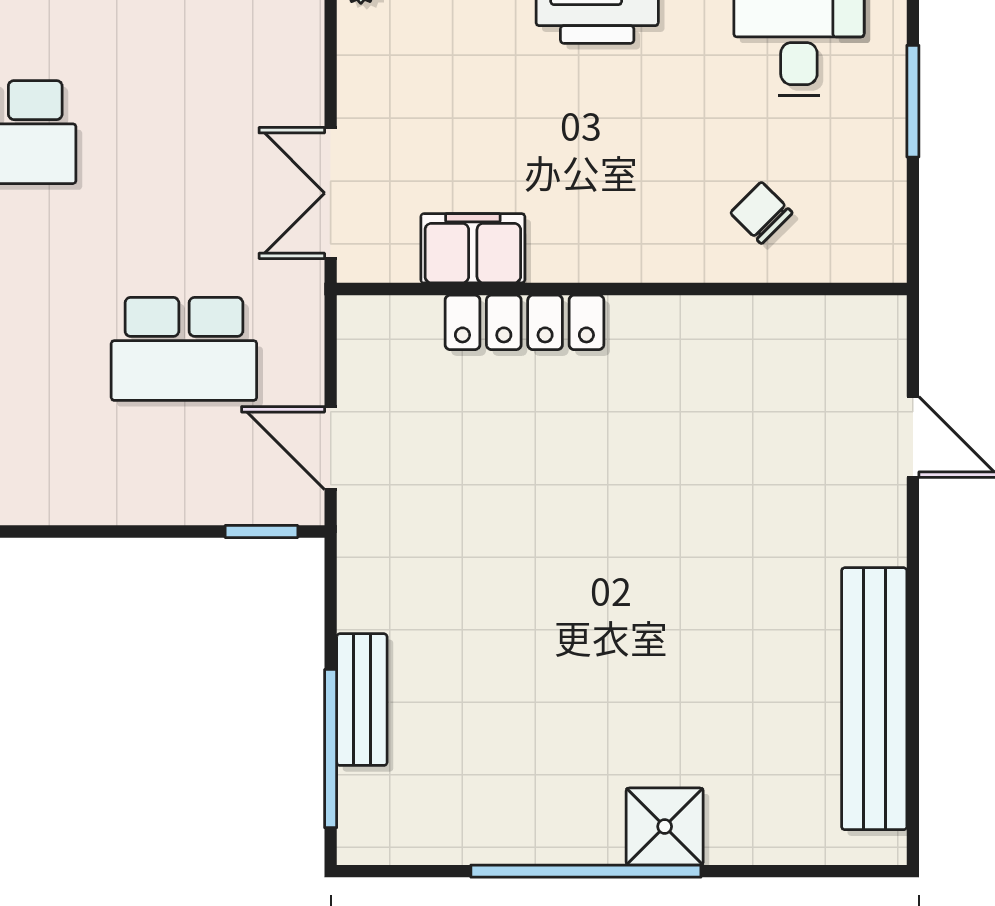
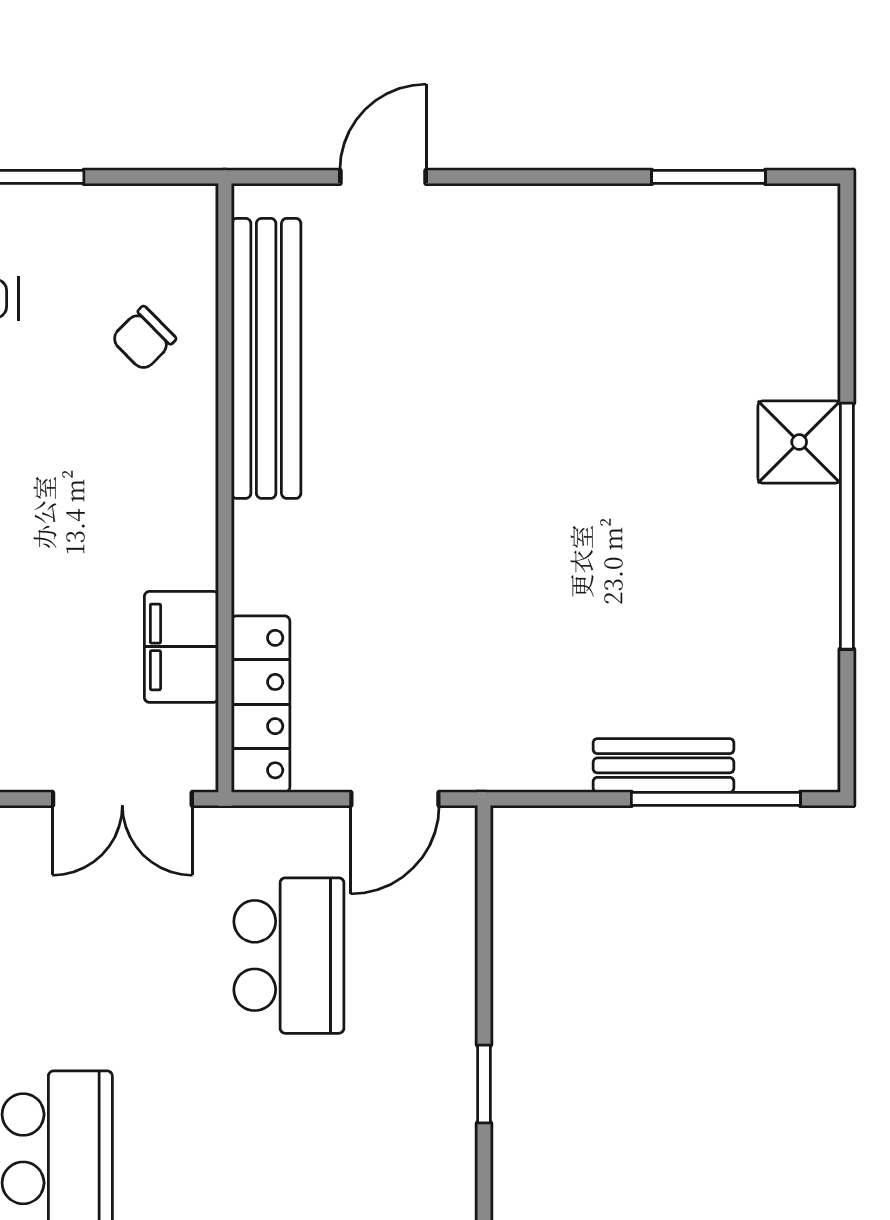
locker: (524, 322) -> (261, 704), moved
window: (261, 532) -> (484, 1084), moved
bench: (874, 699) -> (266, 358), moved, turned 90
window: (913, 742) -> (708, 177), added

